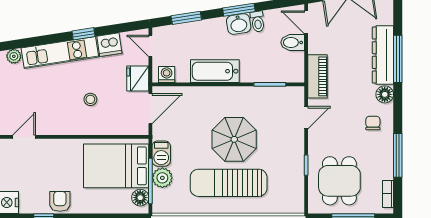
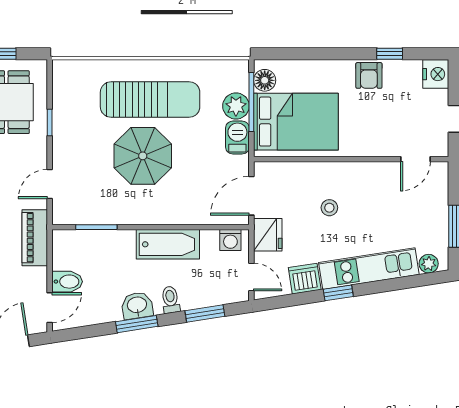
toilet: (258, 22) -> (170, 300), moved
door: (306, 22) -> (50, 308), hinge flipped

